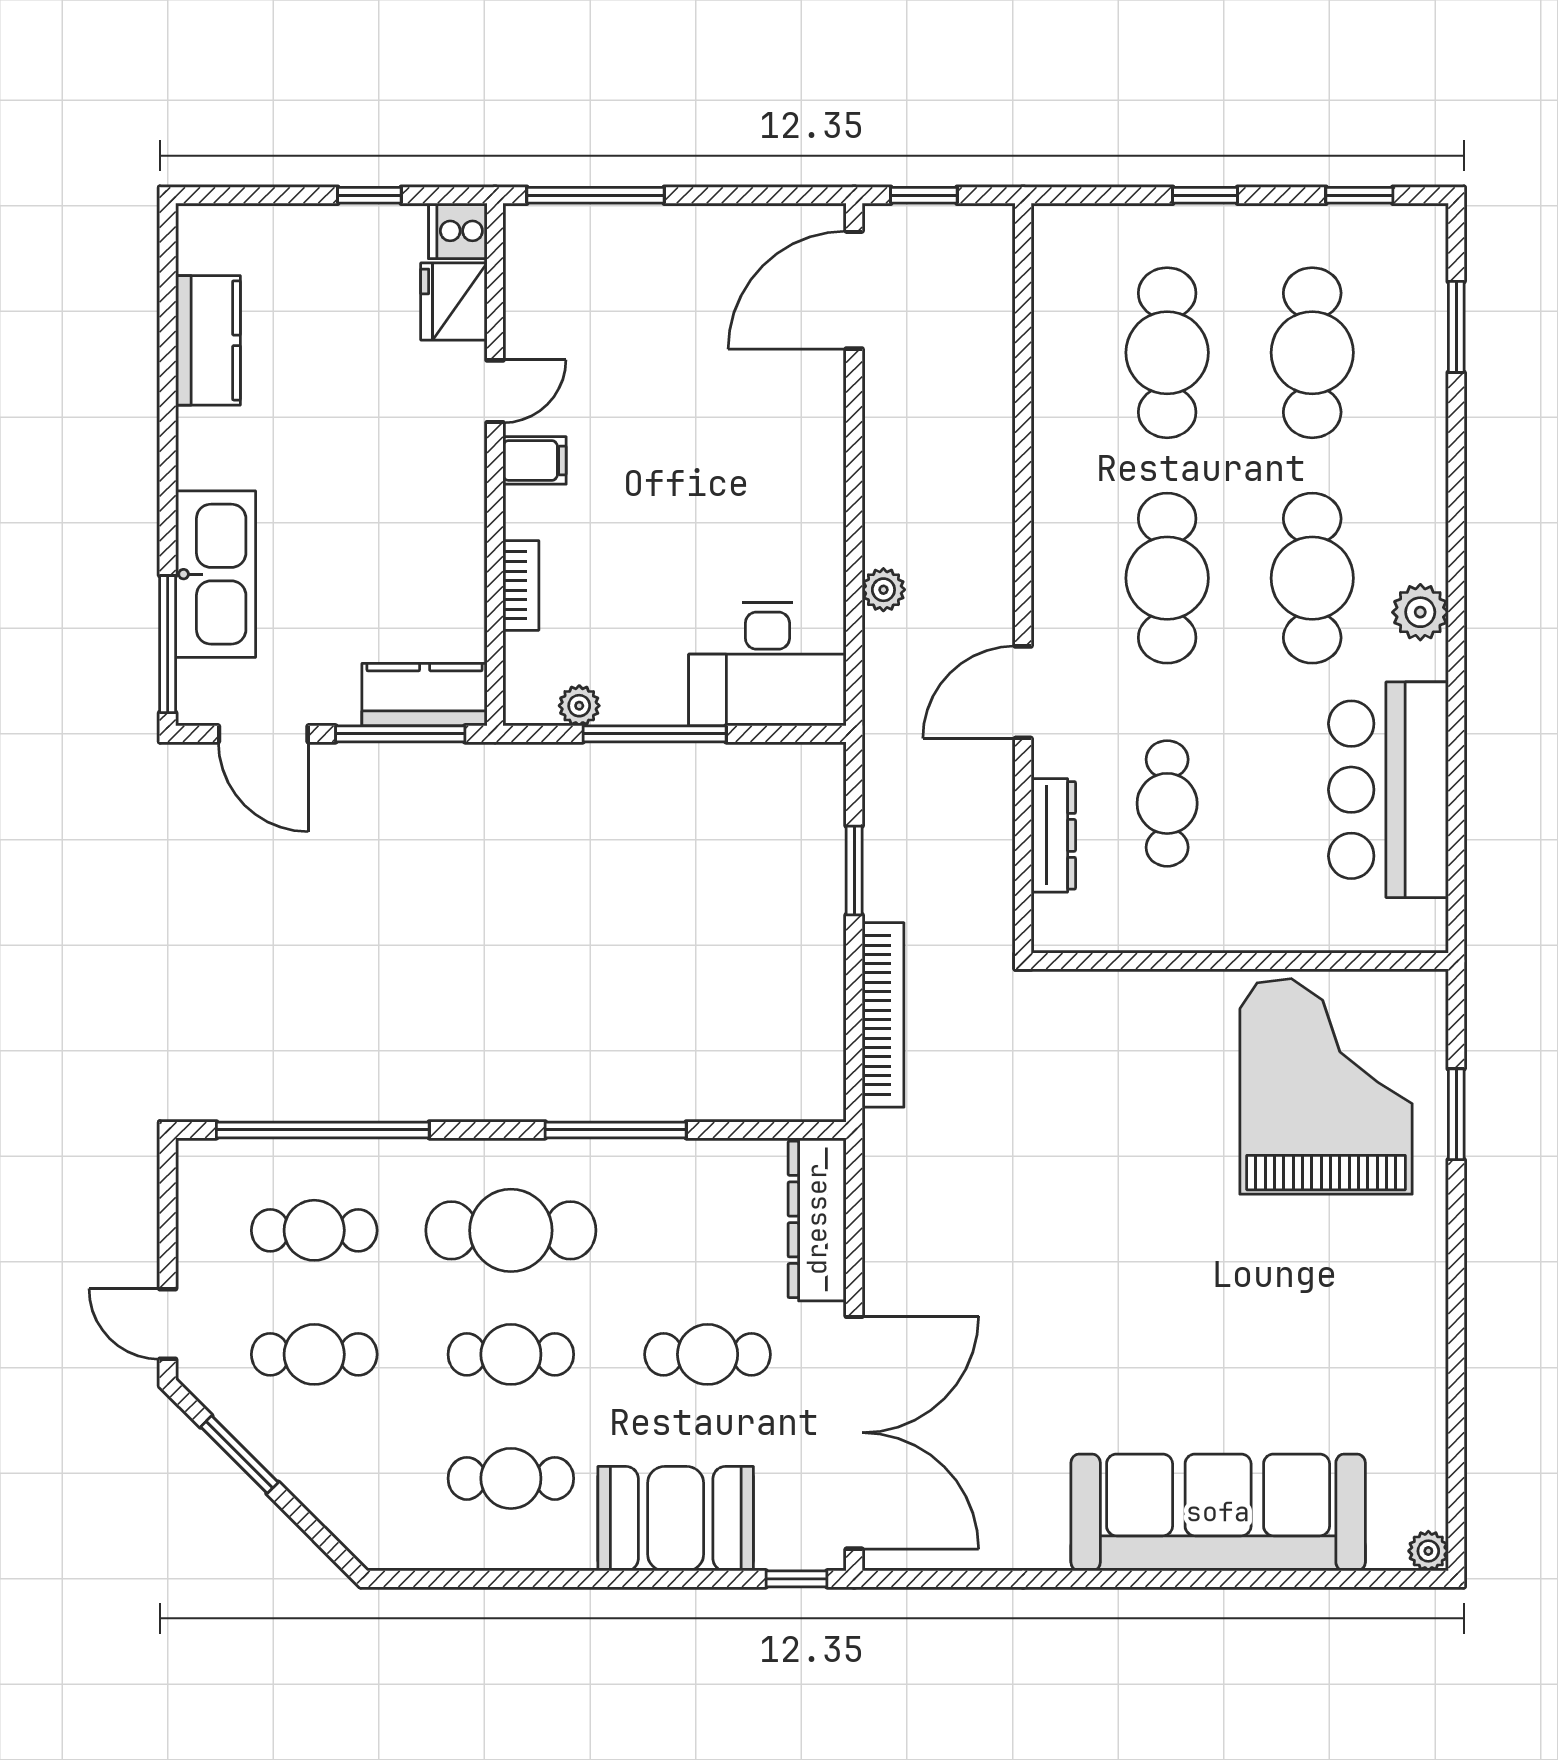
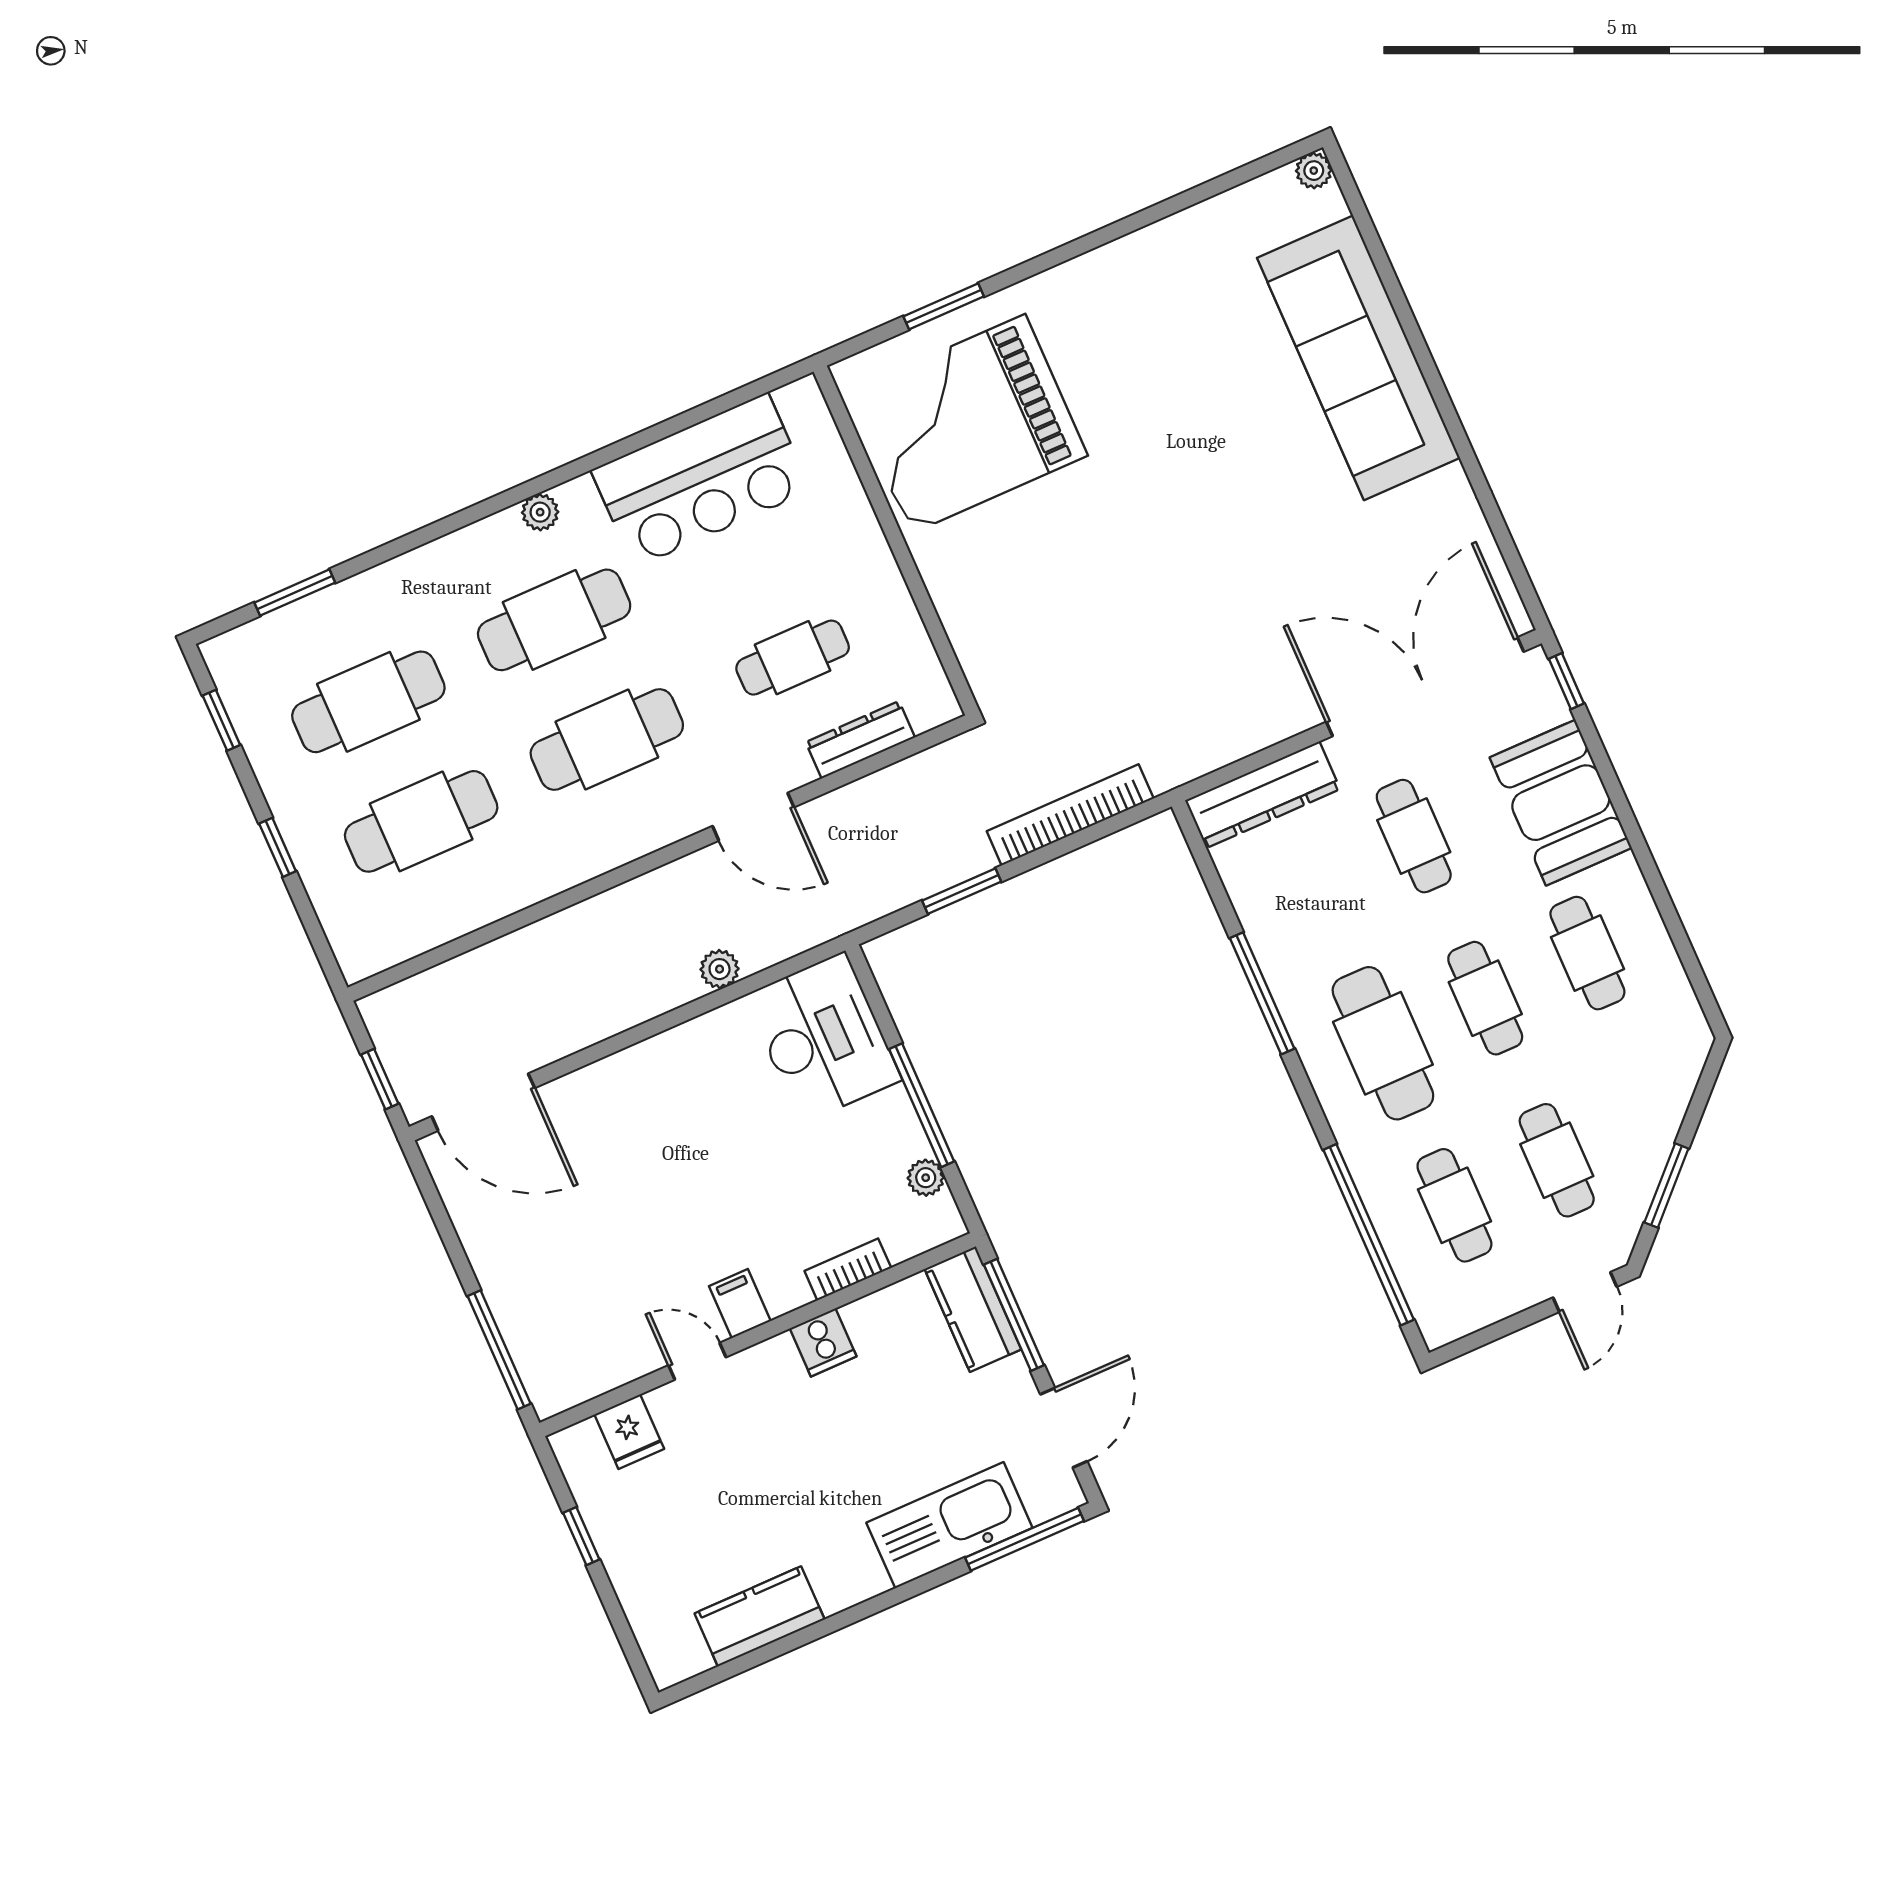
cooker: (458, 231) -> (823, 1342), moved
fridge: (454, 301) -> (629, 1432), width x0.72
plant: (1420, 612) -> (540, 512), width x0.73, depth x0.73

